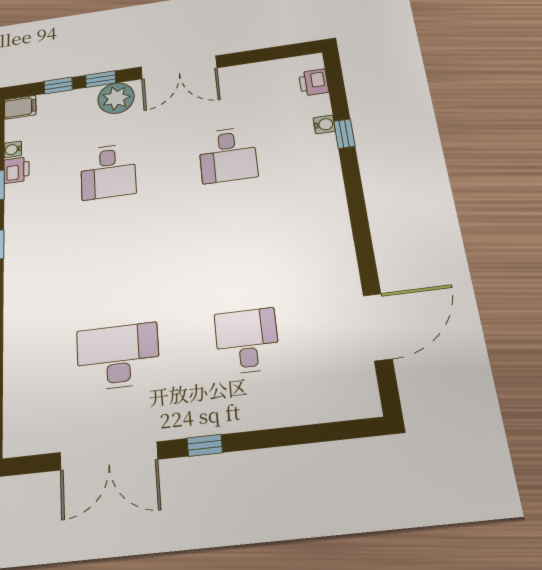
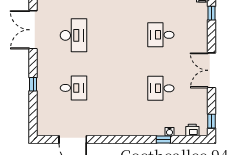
window: (101, 79) -> (211, 121), moved
plant: (116, 98) -> (199, 40), removed
window: (205, 445) -> (33, 84), moved

